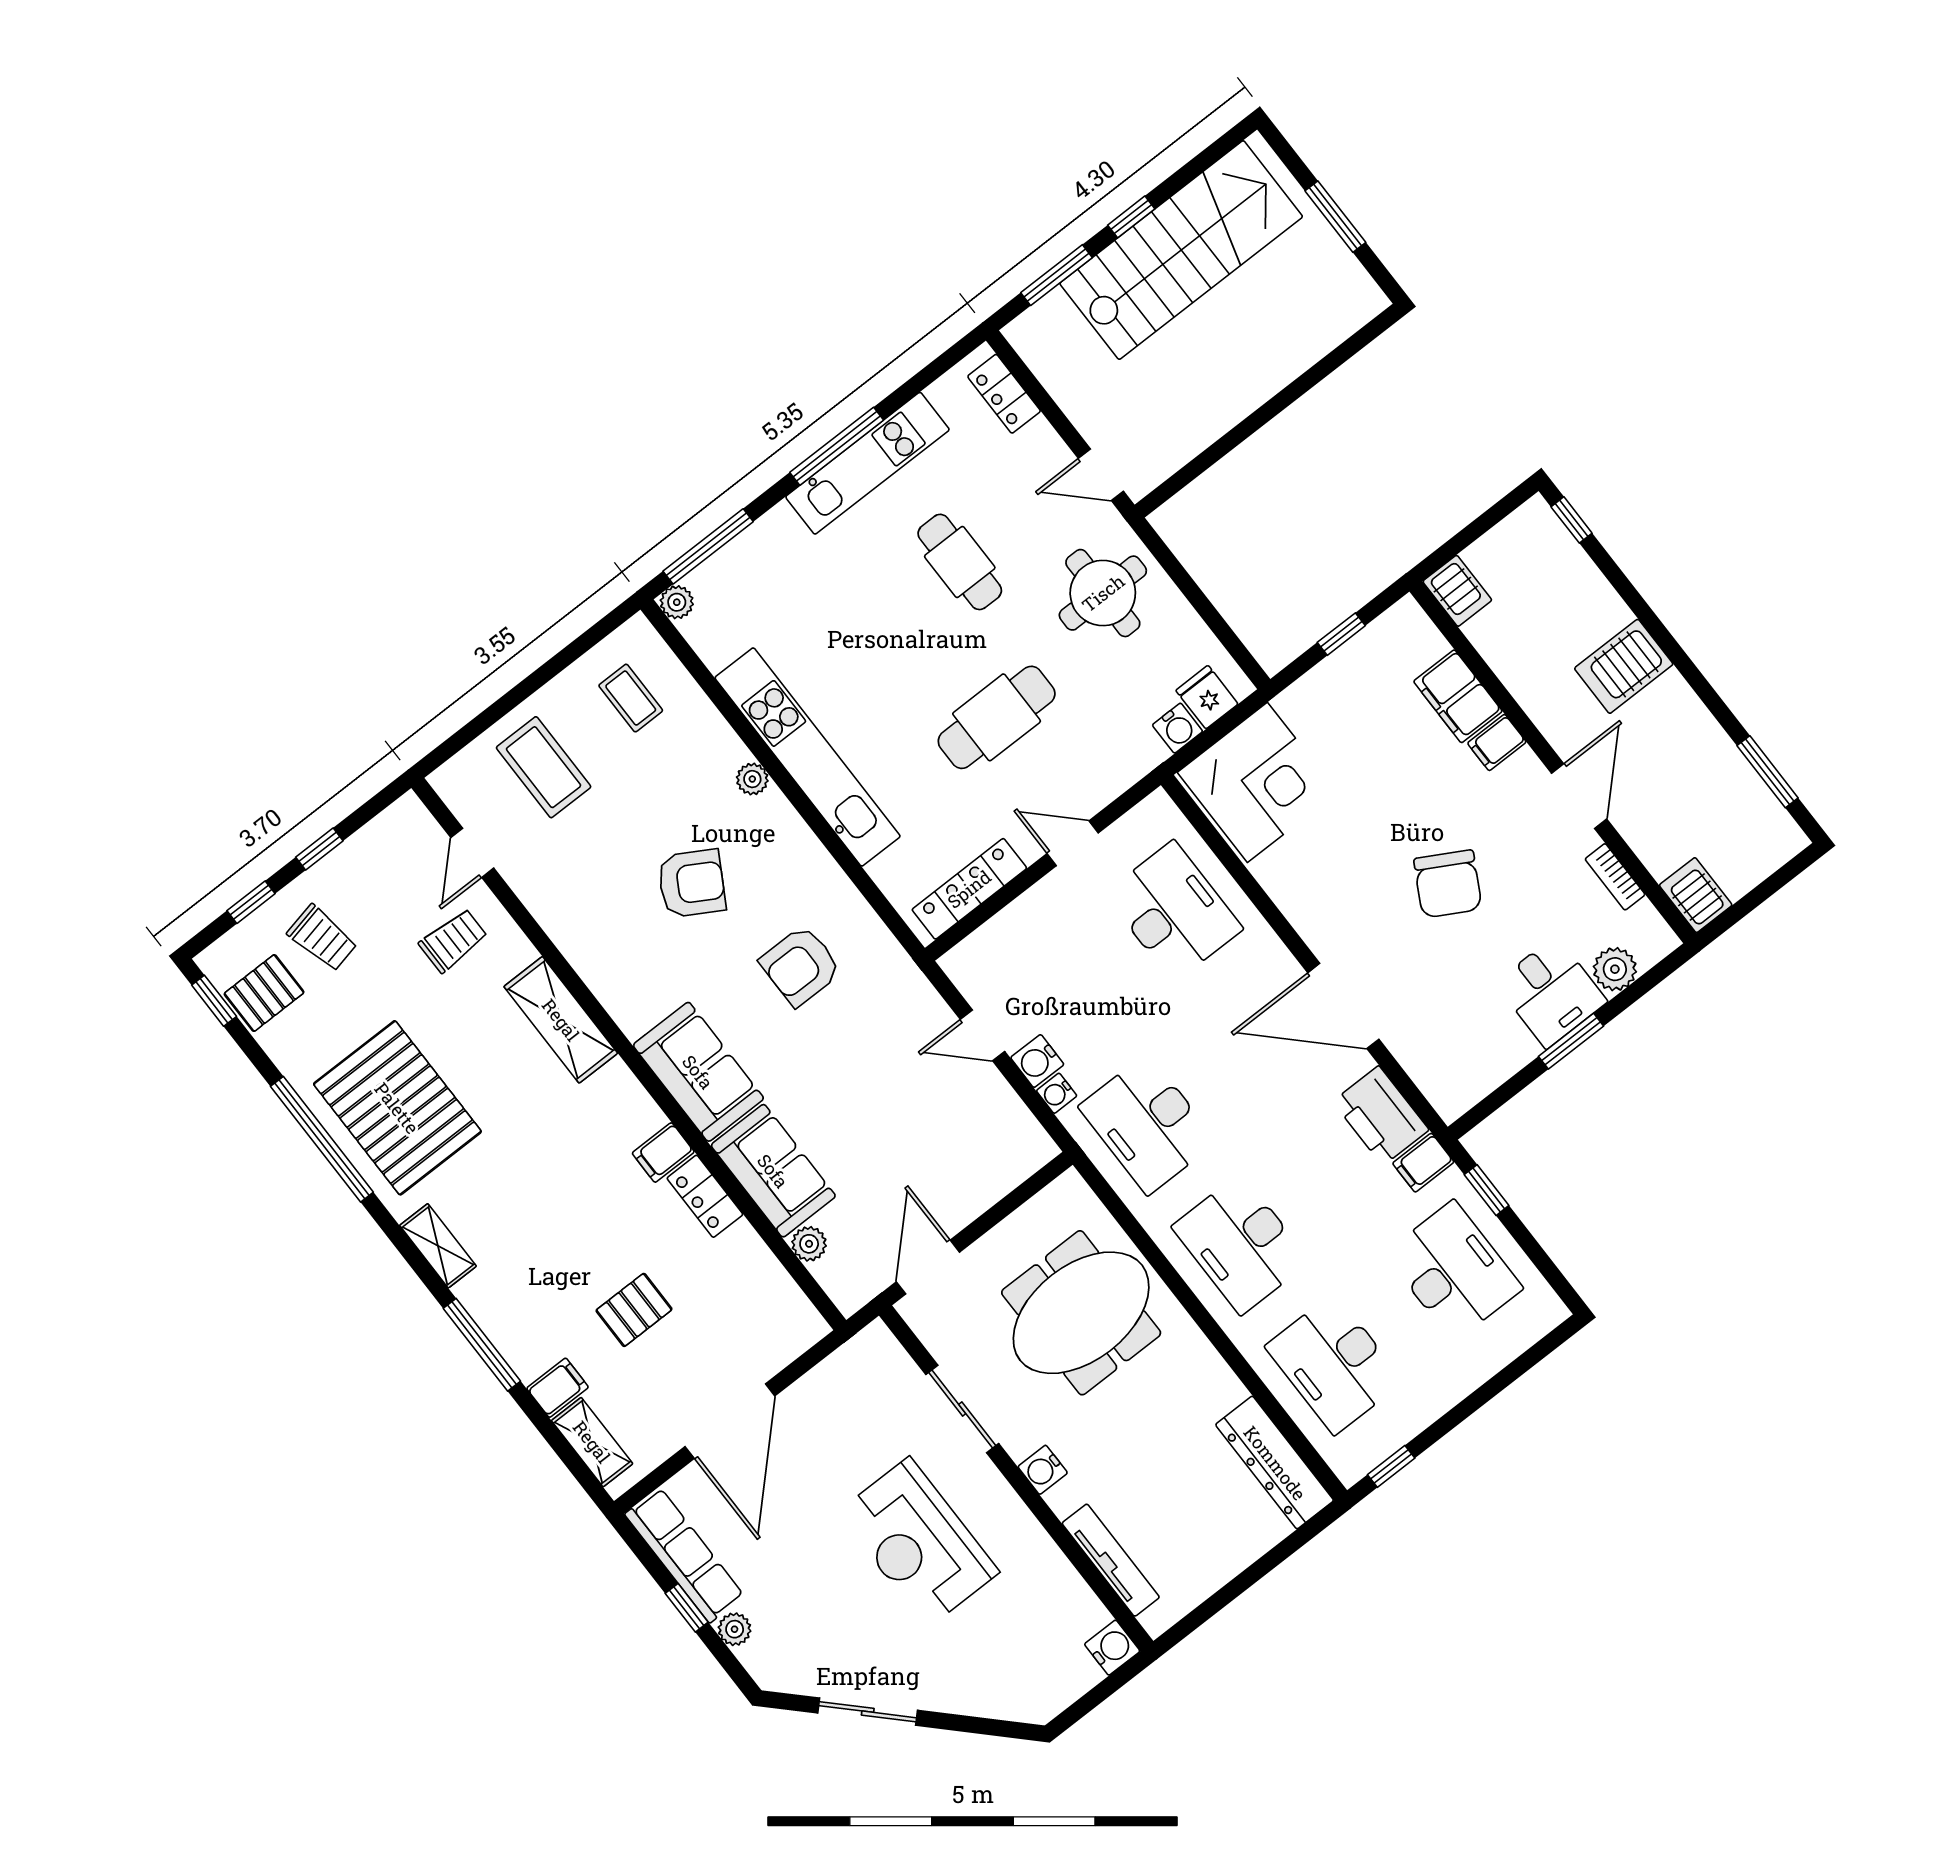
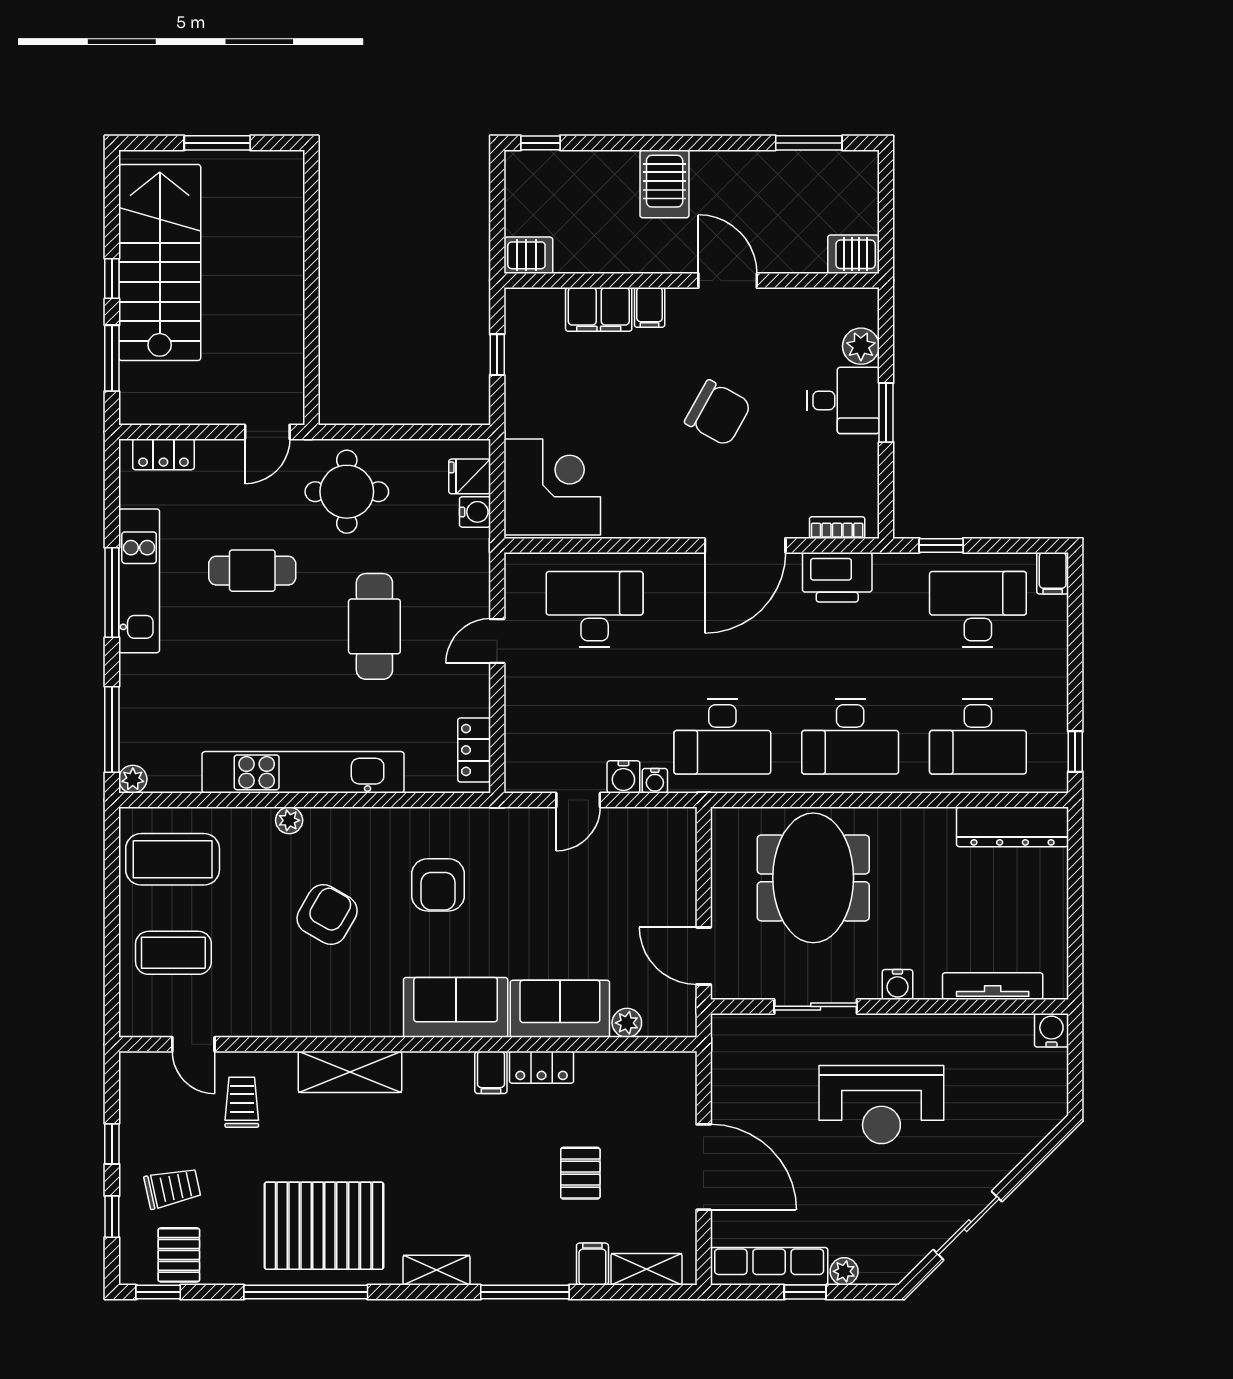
coffee table: (631, 698) -> (173, 859), width x1.86, depth x1.72
bookcase: (1615, 877) -> (837, 528), moved, turned 180
locker: (969, 889) -> (474, 750), width x0.66
filing cabinet: (1423, 1163) -> (1053, 573), moved

